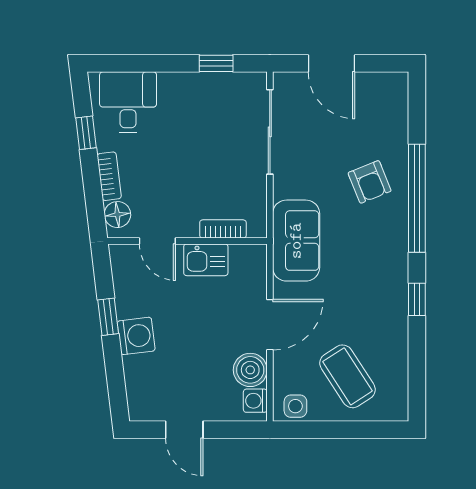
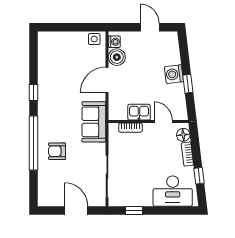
desk: (128, 102) -> (173, 191), width x1.37
armchair: (370, 182) -> (57, 151), turned -68
coffee table: (347, 376) -> (68, 54), removed

